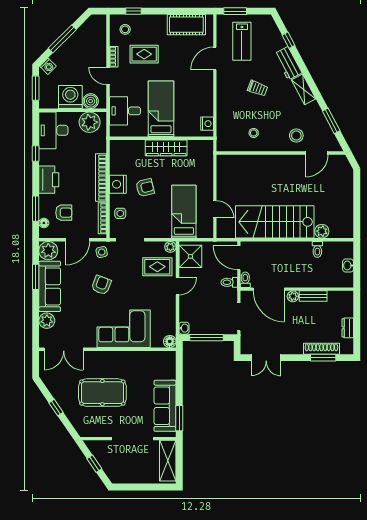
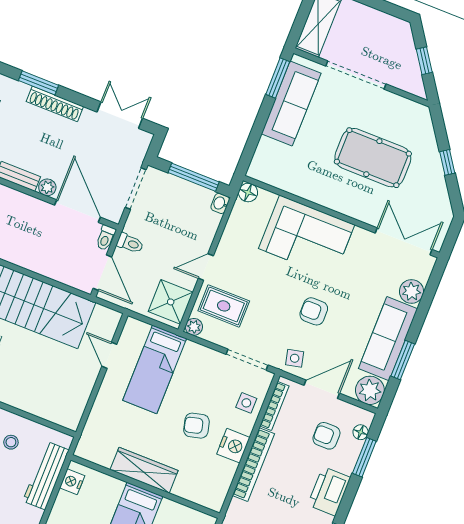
workbench: (224, 121) -> (46, 476), added
armchair: (101, 285) -> (314, 311), turned 69
shoe rack: (321, 349) -> (55, 104), moved

